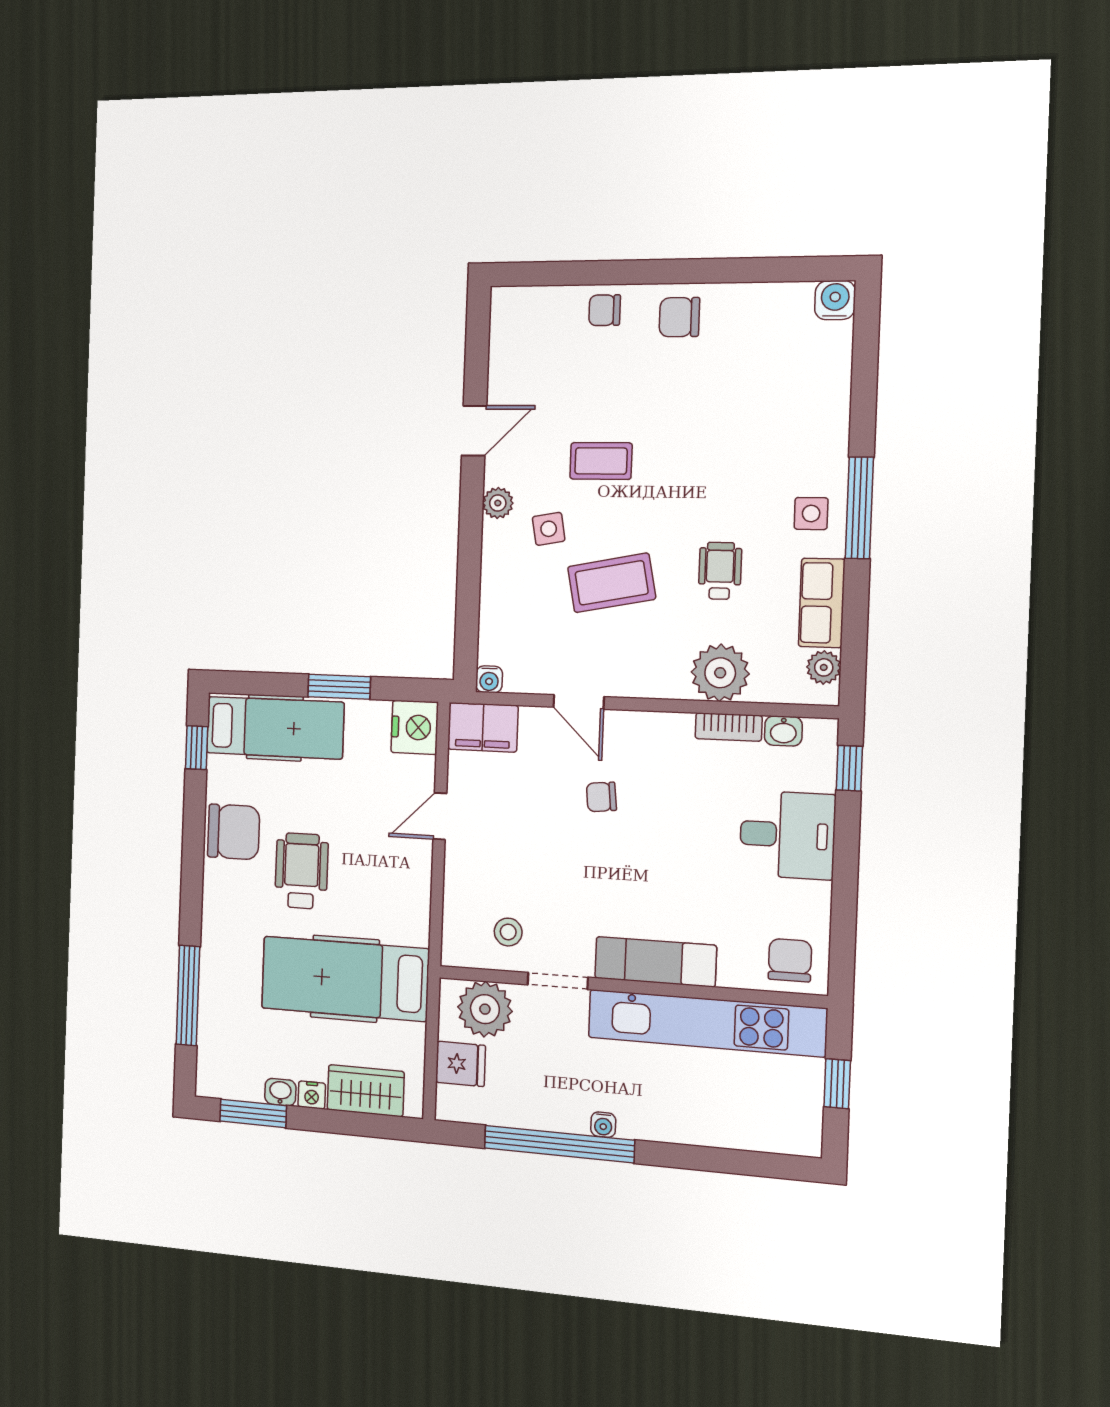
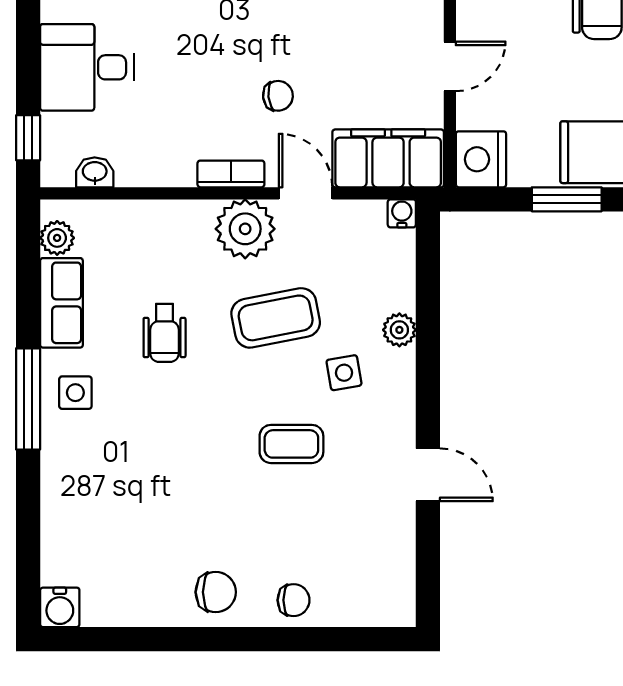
door: (474, 431) -> (428, 475), swing flipped
plant: (498, 503) -> (399, 330), moved
plant: (720, 673) -> (245, 229), moved
filing cabinet: (483, 727) -> (388, 158), width x1.50, depth x1.17
bookcase: (729, 727) -> (231, 174), moved

